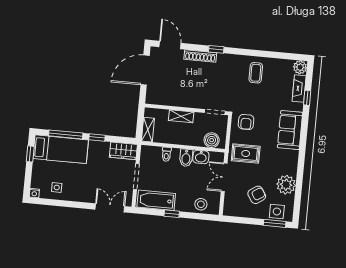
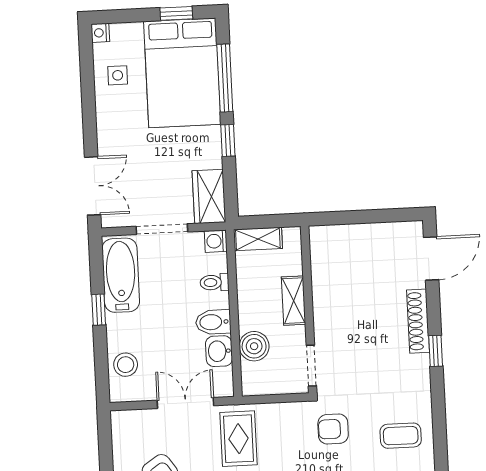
door: (145, 70) -> (375, 216), removed
armchair: (246, 122) -> (333, 429), moved
boiler: (212, 140) -> (254, 346), moved
bed: (61, 149) -> (182, 73), width x1.50
washing machine: (146, 151) -> (216, 241), added

